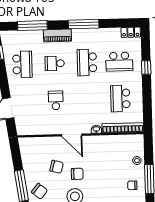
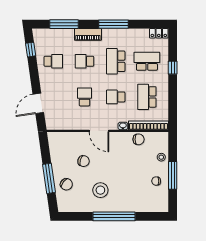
school desk: (119, 62) -> (147, 61), turned 180
school desk: (22, 64) -> (53, 61), width x0.54
school desk: (88, 99) -> (116, 97), added
chair: (77, 174) -> (139, 139), moved

